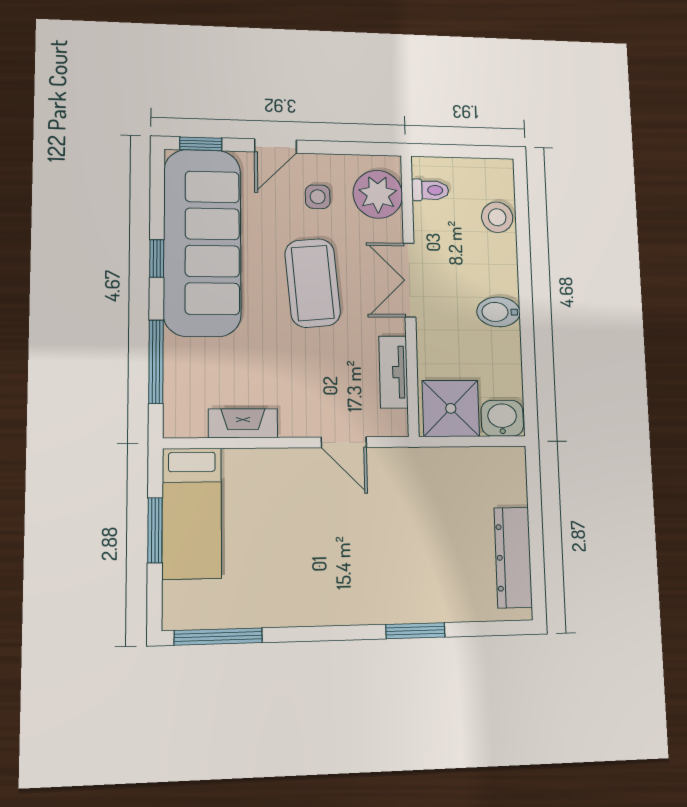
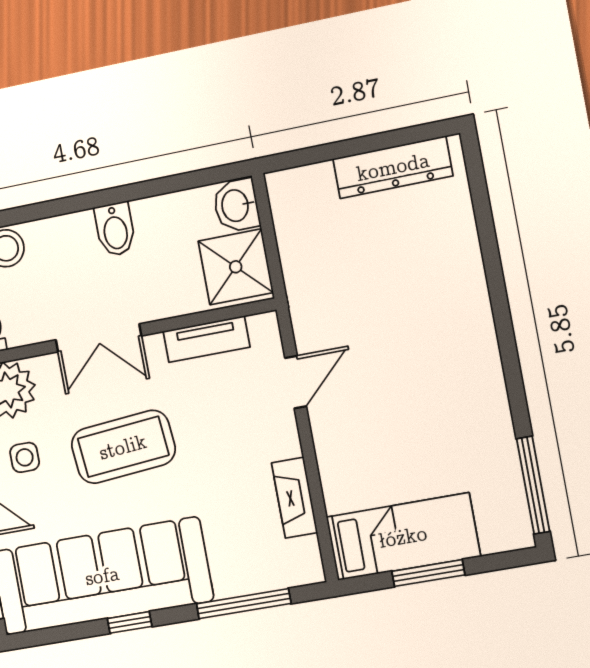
window: (415, 631) -> (493, 267), removed

